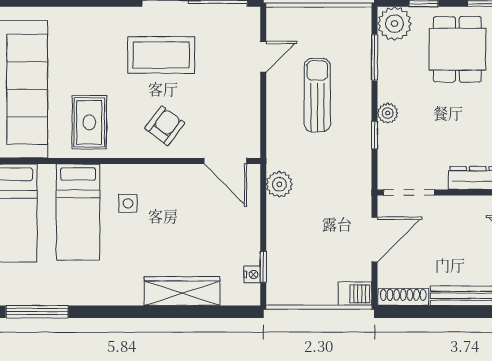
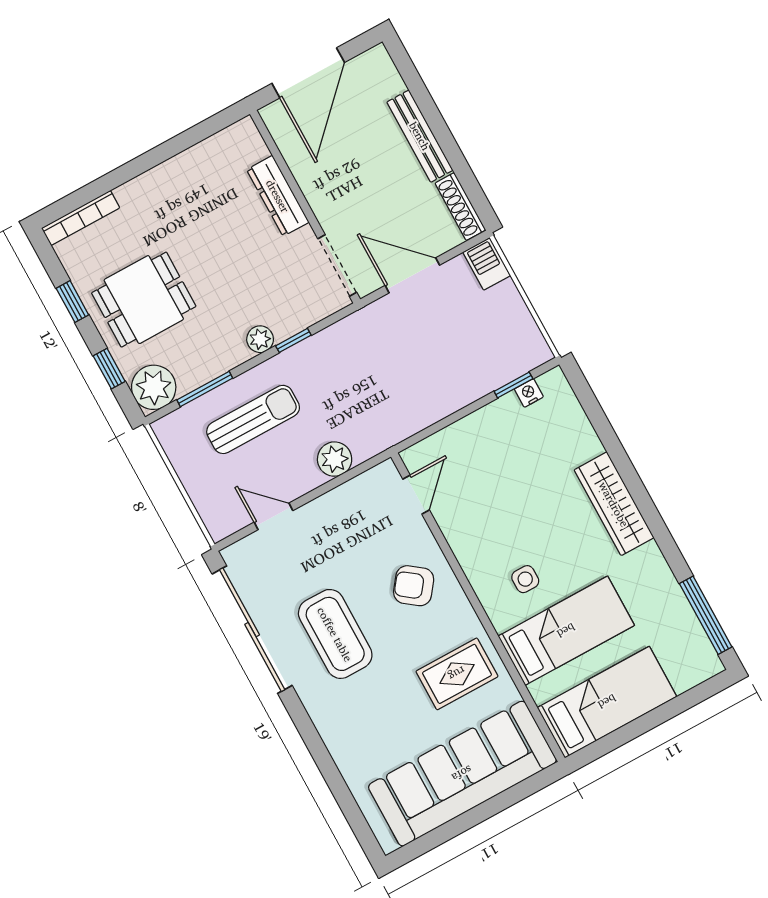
sun lounger: (317, 95) -> (253, 419), moved, turned 180
door: (225, 161) -> (416, 495), width x0.73
plant: (279, 184) -> (335, 459), moved
wardrobe: (182, 291) -> (614, 504), moved

